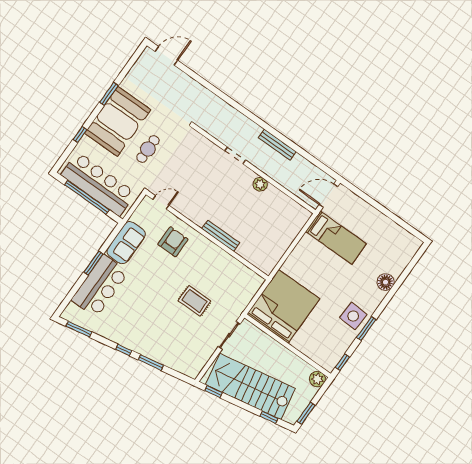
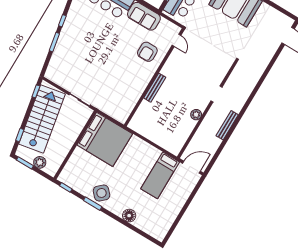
cafe table: (148, 149) -> (216, 27), removed
door: (329, 196) -> (191, 167), hinge flipped
armchair: (173, 242) -> (147, 52), turned 90
rug: (194, 301) -> (104, 72), removed
side table: (353, 316) -> (101, 193), turned 45
plant: (317, 379) -> (40, 162), moved

